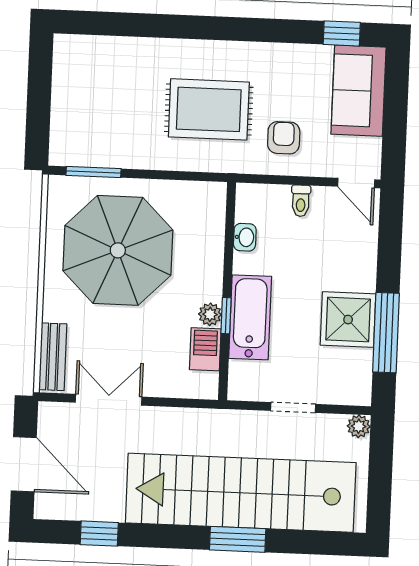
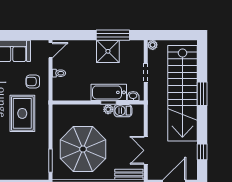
washbasin: (245, 237) -> (133, 96), moved

